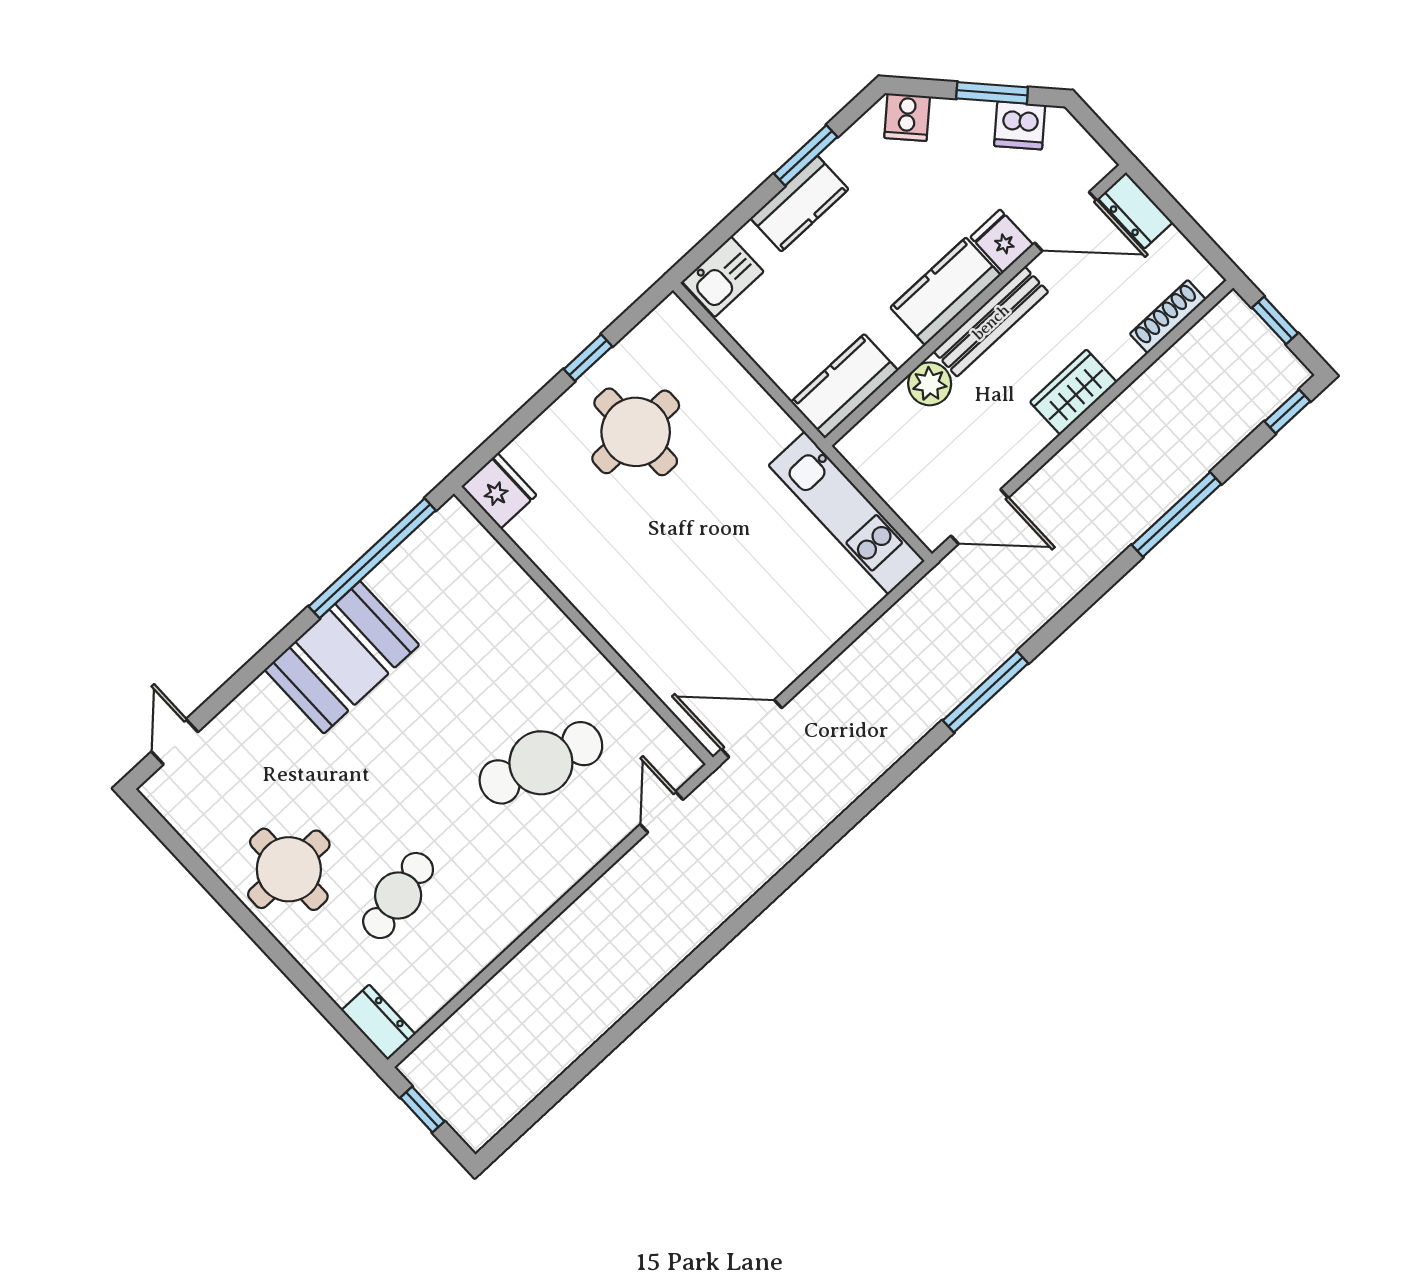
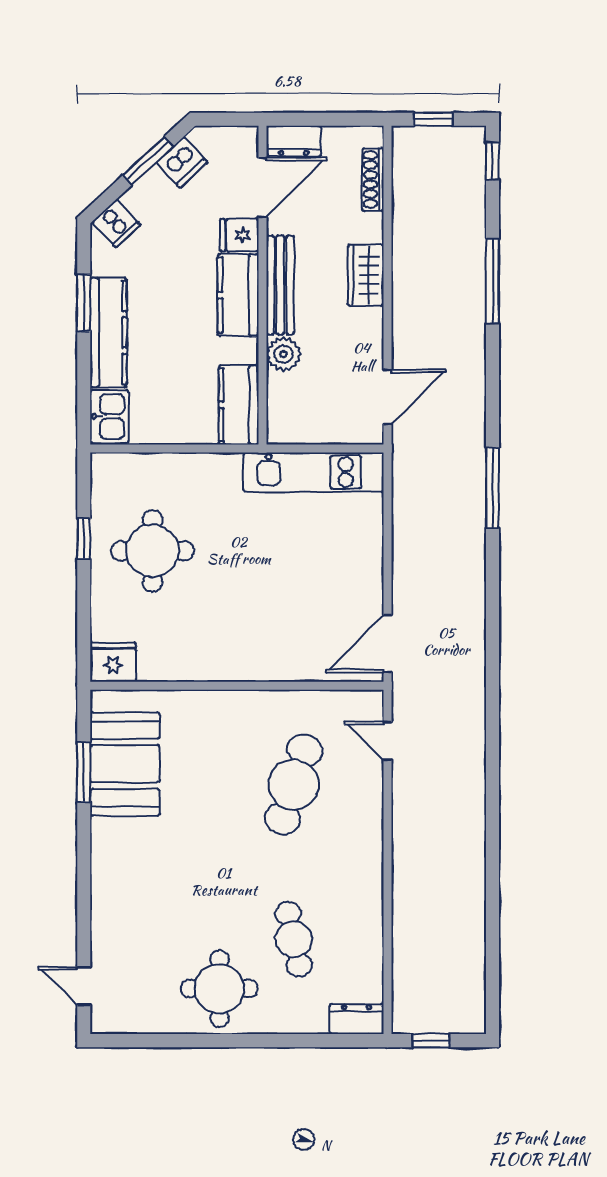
kitchen counter: (799, 204) -> (108, 333), width x1.50
window: (372, 558) -> (84, 772), width x0.47
booth: (342, 657) -> (125, 764), moved

